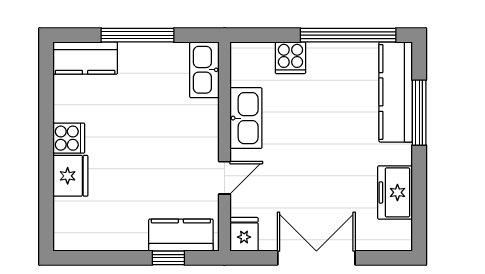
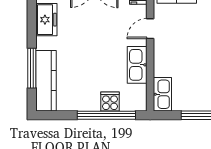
window: (348, 35) -> (106, 115), moved

